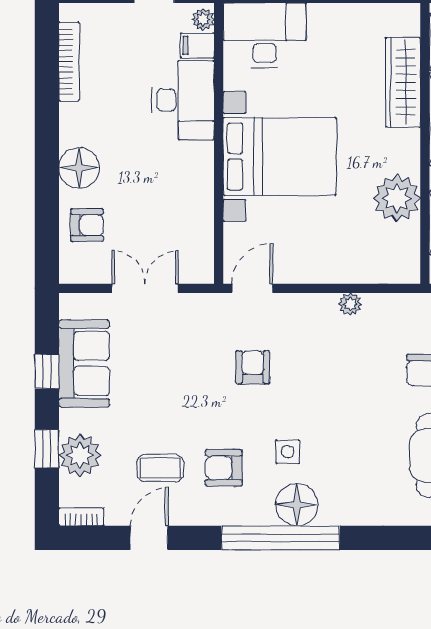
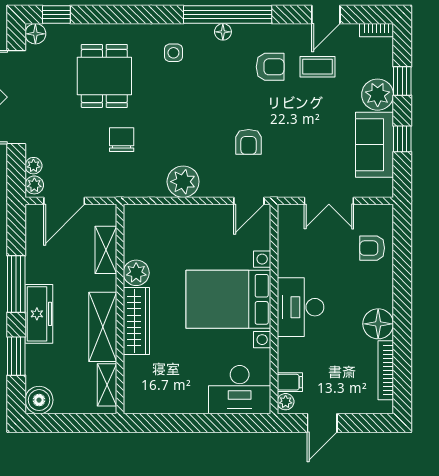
wardrobe: (403, 82) -> (136, 321), moved
desk: (183, 100) -> (300, 307), moved
floor lamp: (79, 168) -> (378, 324), moved
plant: (397, 198) -> (136, 273), width x0.73, depth x0.73
plant: (350, 304) -> (183, 182), width x1.88, depth x1.88
side table: (288, 452) -> (173, 53), moved
plant: (80, 455) -> (378, 95), moved
floor lamp: (297, 505) -> (223, 32), width x0.53, depth x0.53

